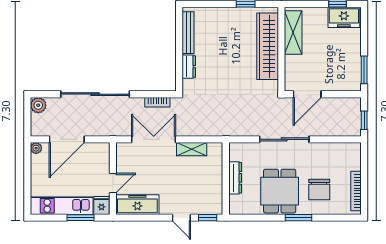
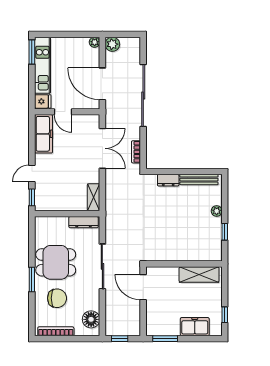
plant: (223, 13) -> (217, 211), added
freezer: (344, 17) -> (195, 327), moved, turned 90
wardrobe: (268, 46) -> (187, 251), removed
plant: (38, 105) -> (112, 44), moved
door: (67, 139) -> (102, 84), moved
shelving: (192, 149) -> (94, 197), moved
floor lamp: (343, 152) -> (91, 319), added
dresser: (235, 178) -> (84, 222), moved
chair: (319, 190) -> (57, 298), turned 180
window: (80, 218) -> (32, 52), moved

